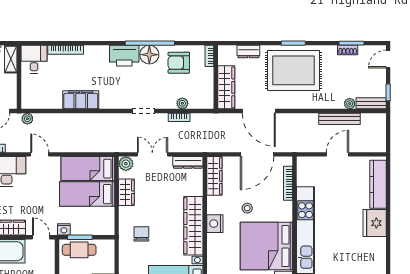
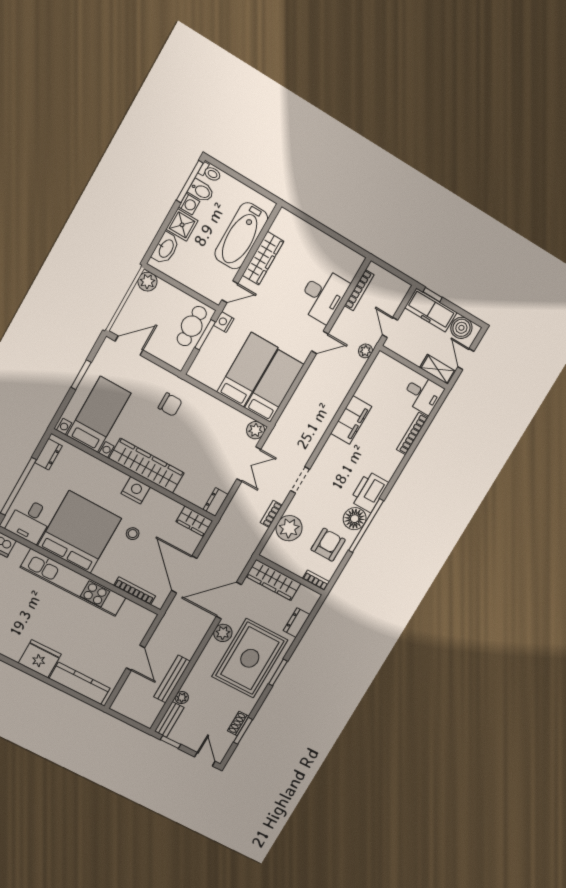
plant: (285, 101) -> (223, 633), added
plant: (182, 103) -> (289, 528), width x1.88, depth x1.88
dresser: (188, 162) -> (215, 502), width x0.70
wardrobe: (214, 176) -> (194, 521), width x0.67
wardrobe: (126, 192) -> (225, 414), removed

